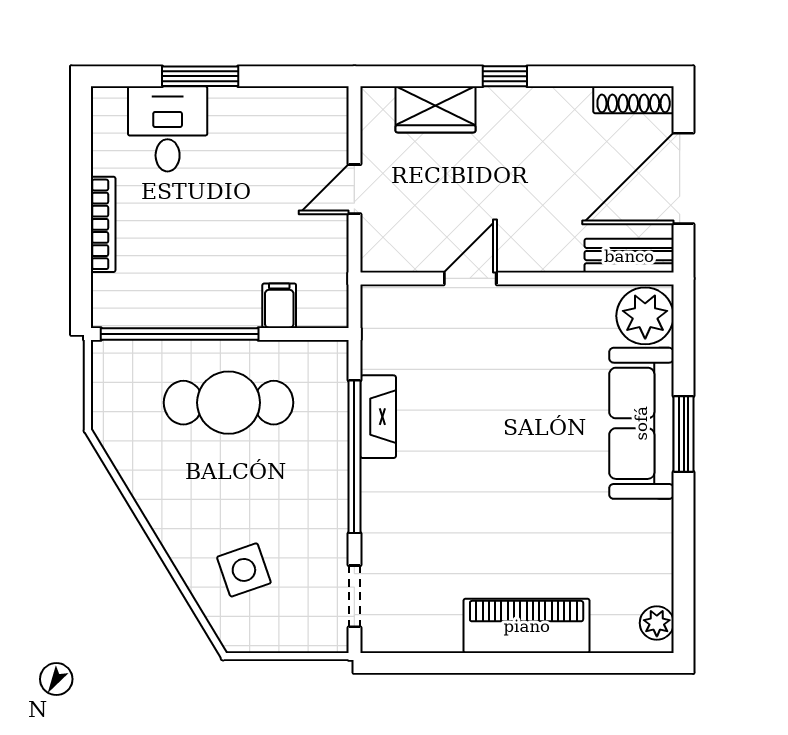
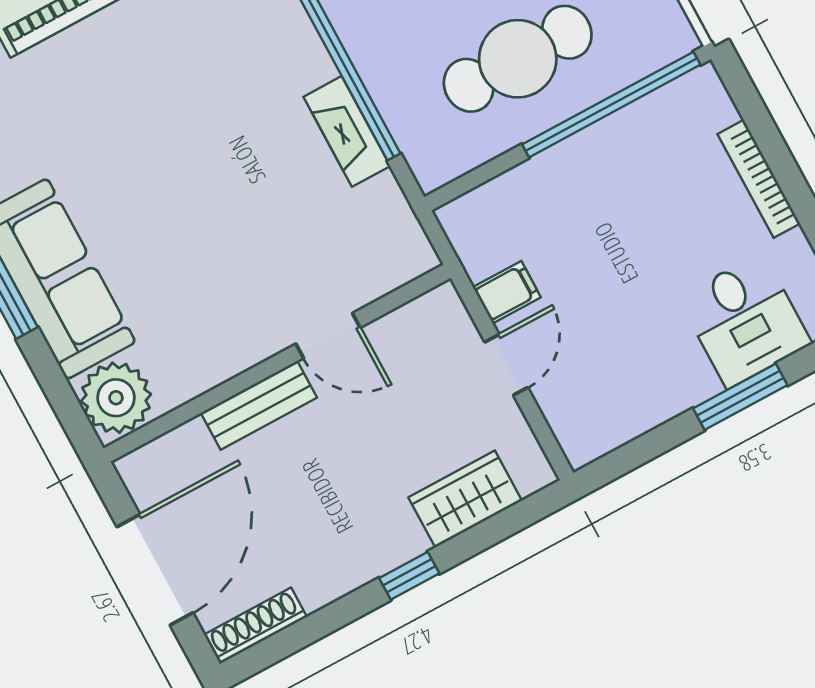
bench: (629, 256) -> (259, 405), moved
door: (470, 278) -> (328, 336), hinge flipped
filing cabinet: (279, 306) -> (507, 292), moved, turned -90

